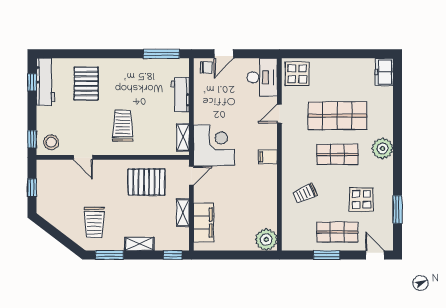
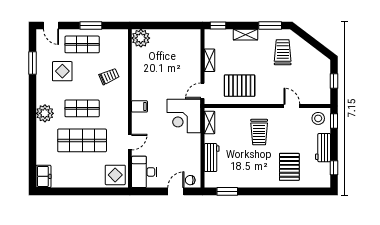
window: (161, 54) -> (227, 191), width x0.69
workbench: (45, 82) -> (323, 148), moved, width x0.73
filing cabinet: (204, 222) -> (192, 52), removed

